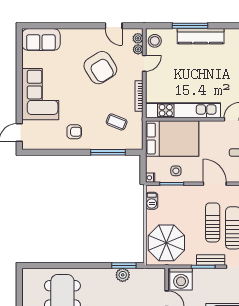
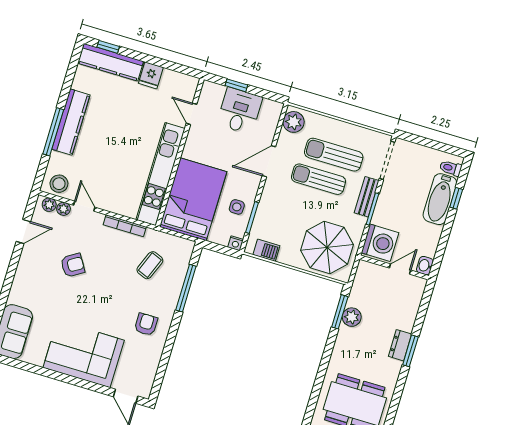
armchair: (100, 68) -> (73, 265), width x0.53, depth x0.53

